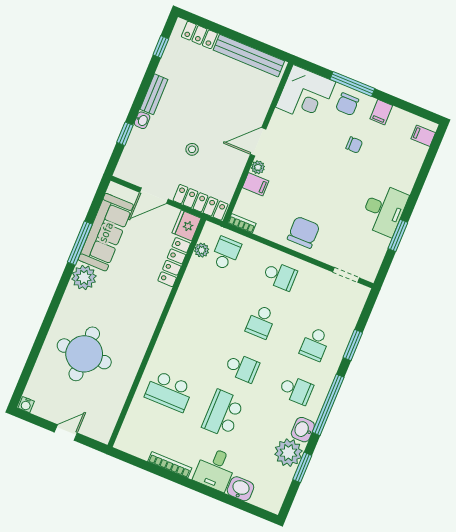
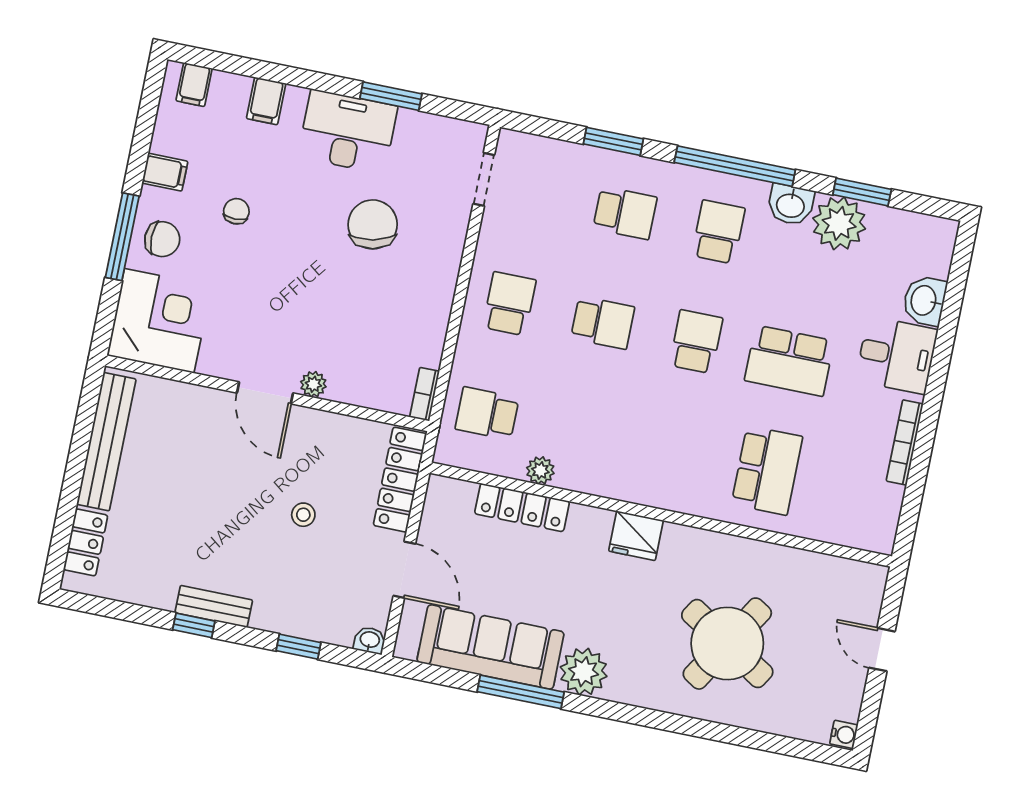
window: (161, 47) -> (194, 625), moved
washbasin: (142, 120) -> (370, 640), moved
filing cabinet: (256, 184) -> (266, 101), moved, turned 180
fridge: (186, 225) -> (636, 536), moved
chair: (304, 232) -> (373, 224), moved, turned 78
plant: (202, 250) -> (540, 471), moved
round table: (84, 354) -> (727, 644), turned 32

